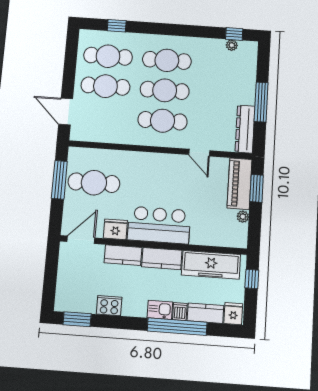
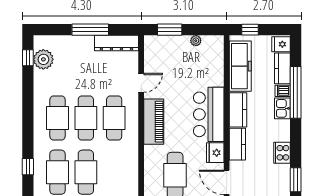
plant: (232, 45) -> (43, 59), width x1.88, depth x1.88
piano: (240, 184) -> (154, 122), moved, turned -90

